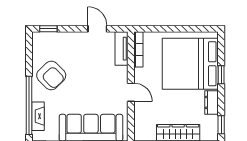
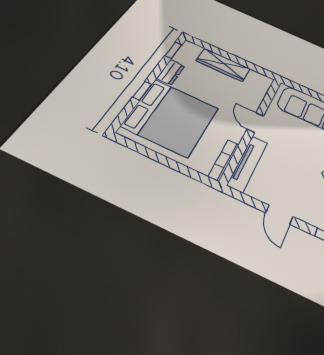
door: (97, 29) -> (279, 215), moved
tv unit: (122, 49) -> (248, 164), width x1.41

